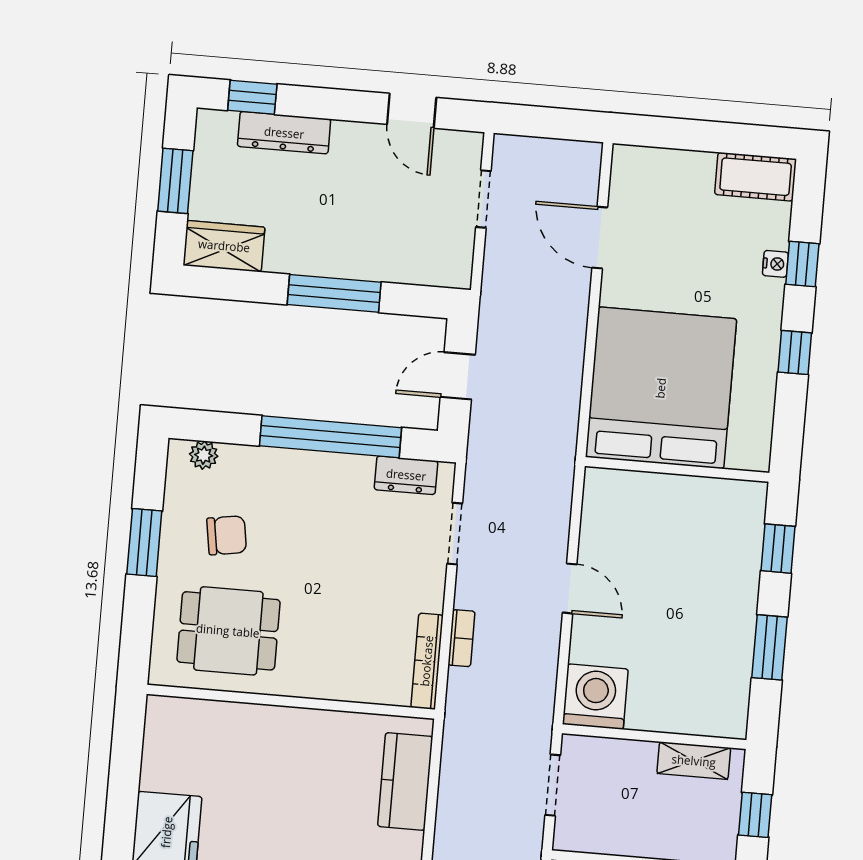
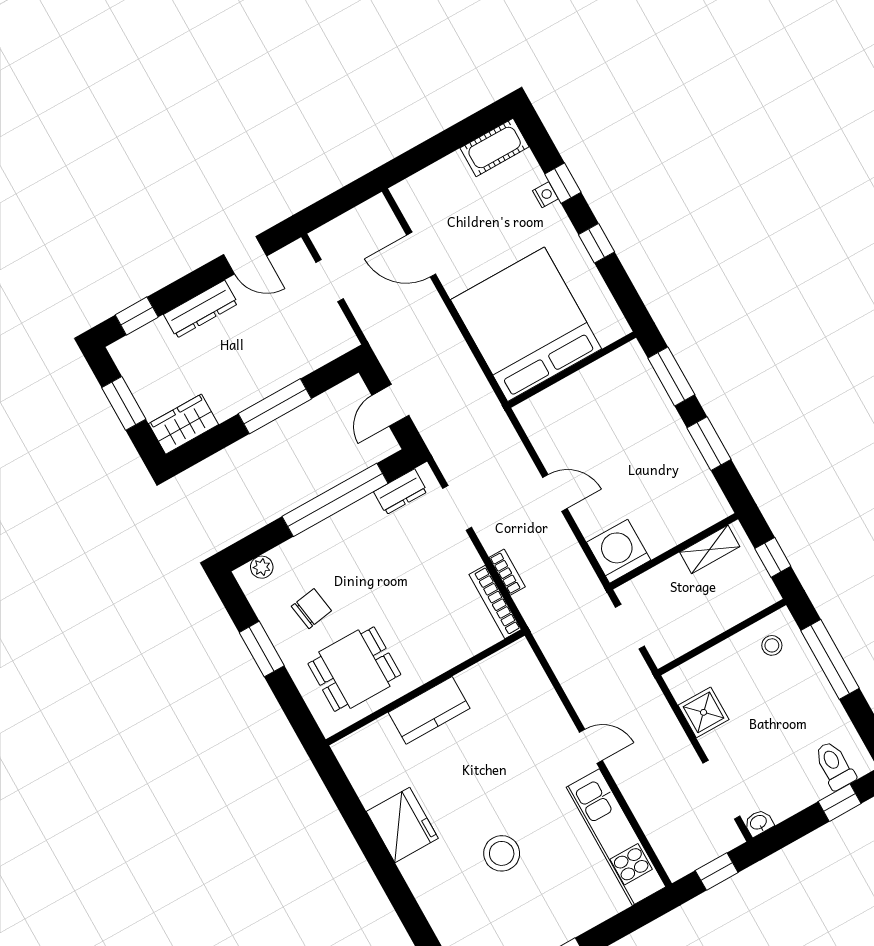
dresser: (284, 133) -> (201, 309), moved
window: (778, 549) -> (671, 376), width x1.50
kitchen counter: (405, 781) -> (429, 710), moved, turned -90

